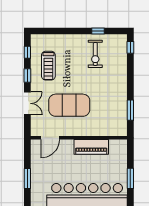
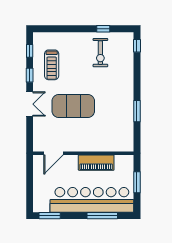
door: (50, 138) -> (53, 153), moved
wall: (79, 138) -> (83, 153), moved
piano: (91, 147) -> (96, 163), moved
window: (27, 179) -> (30, 182), removed

